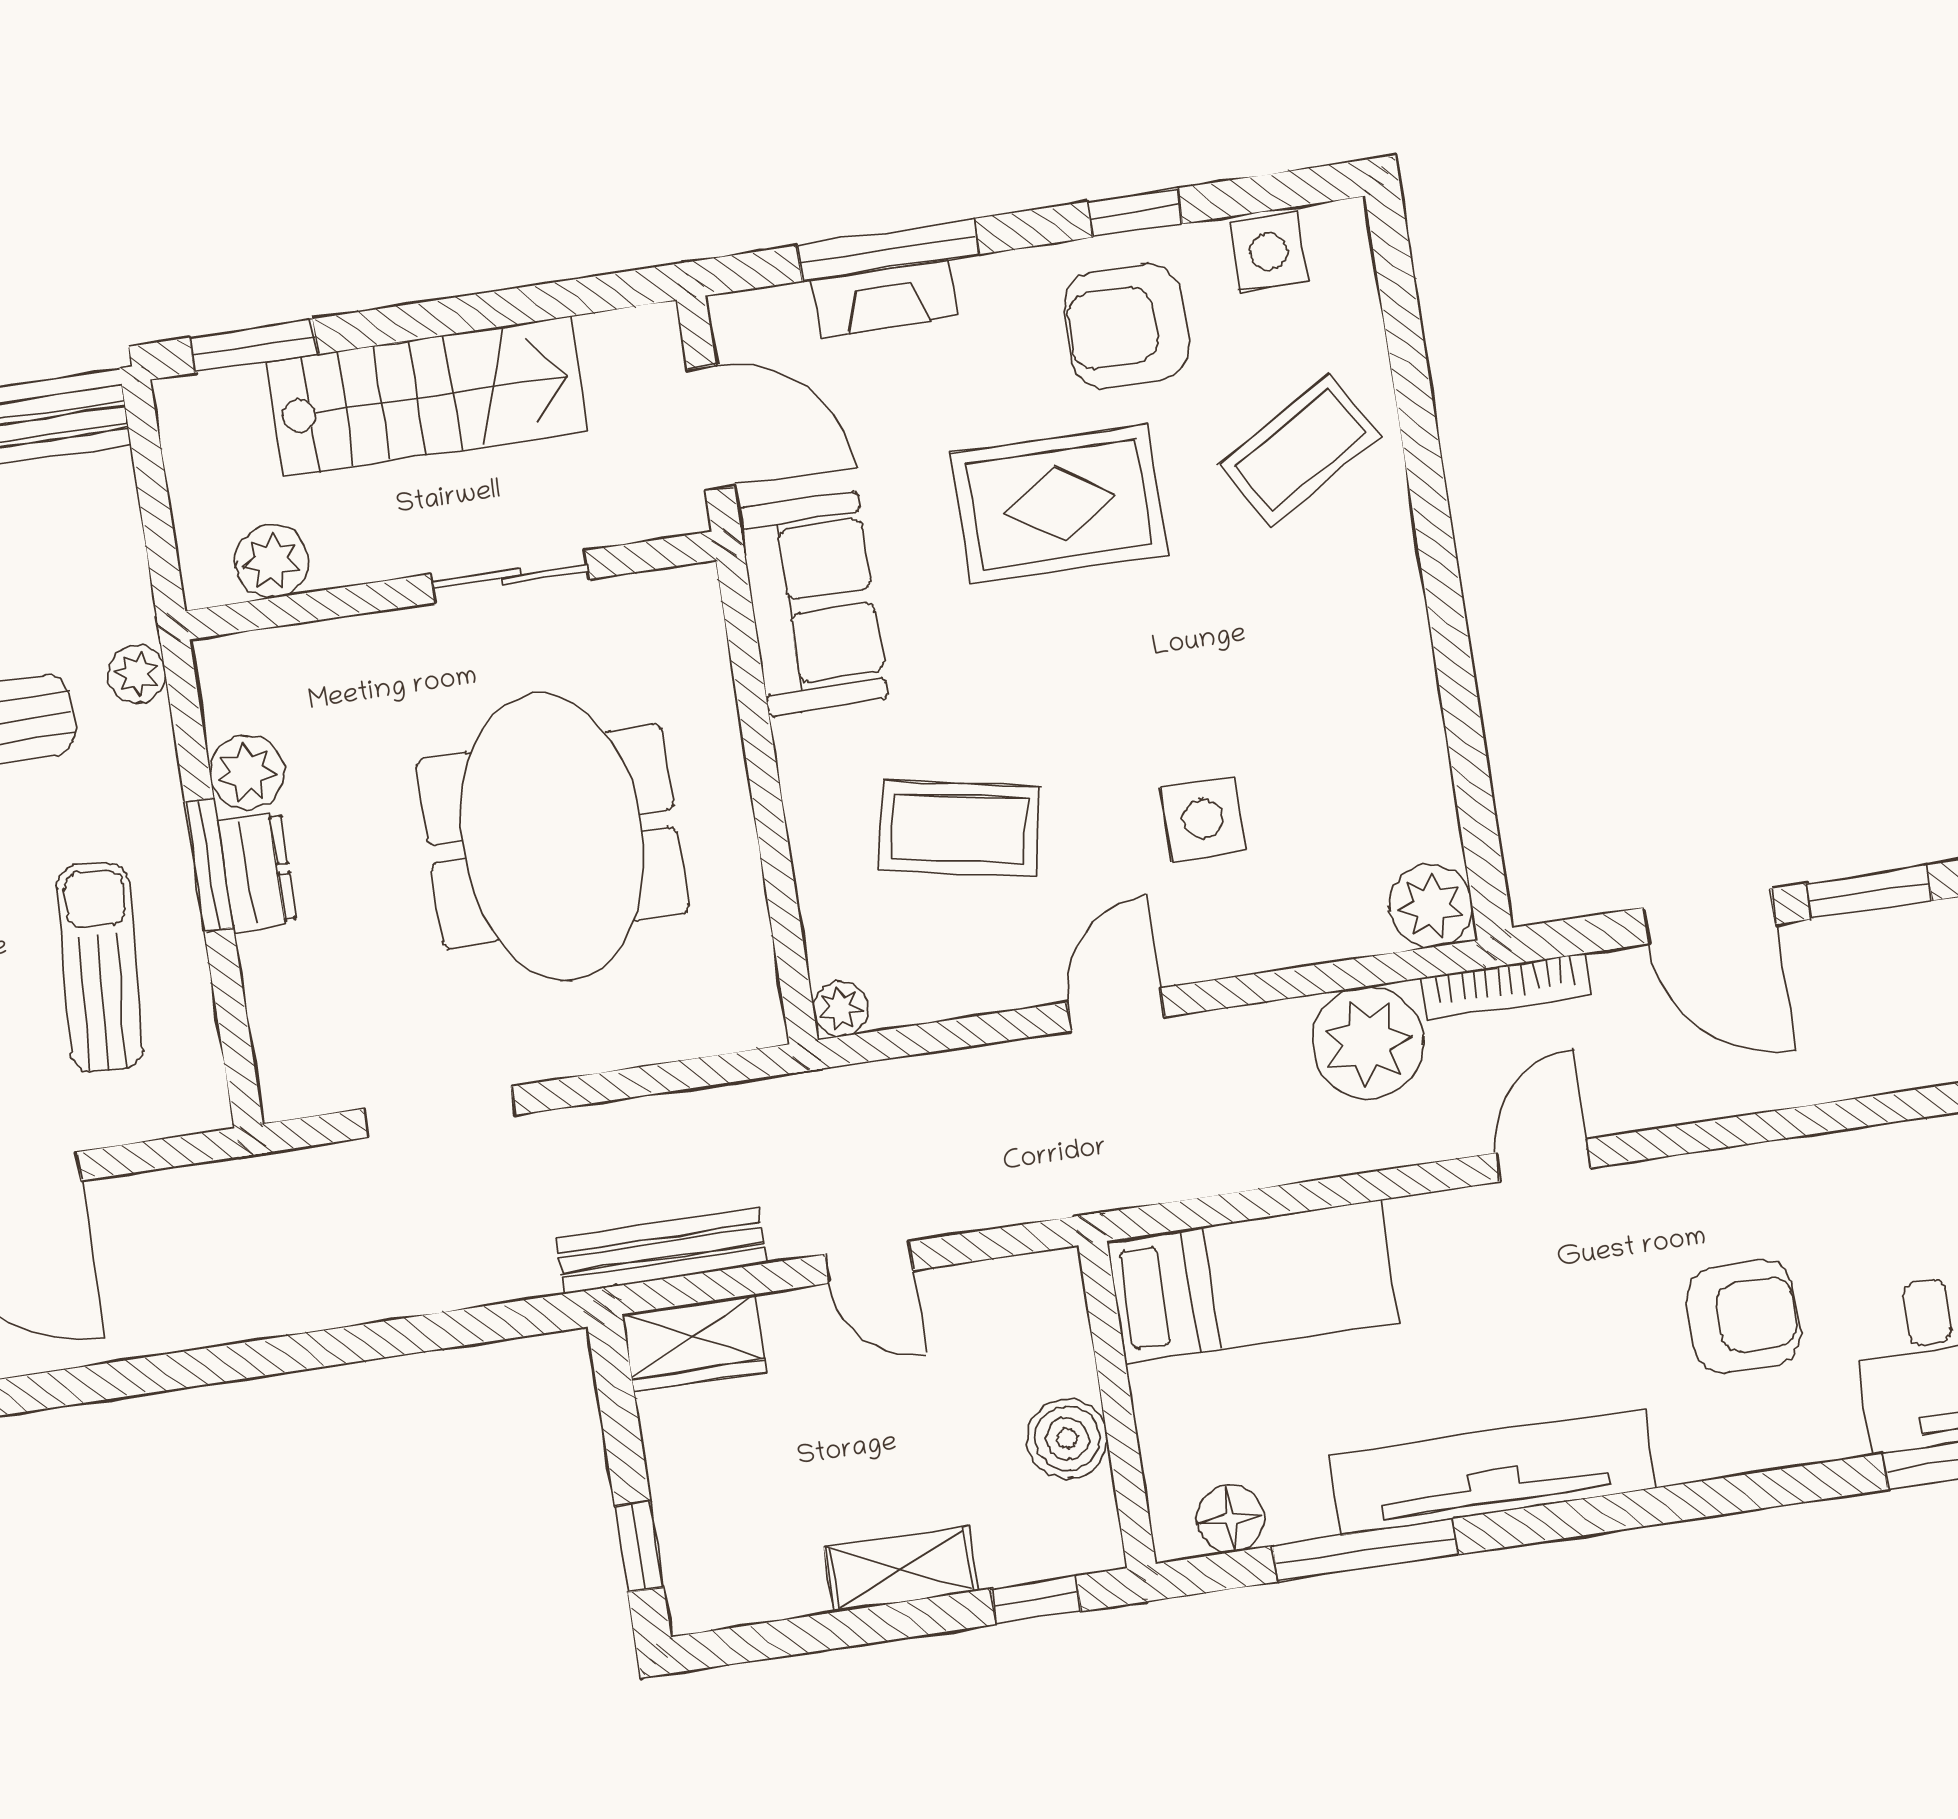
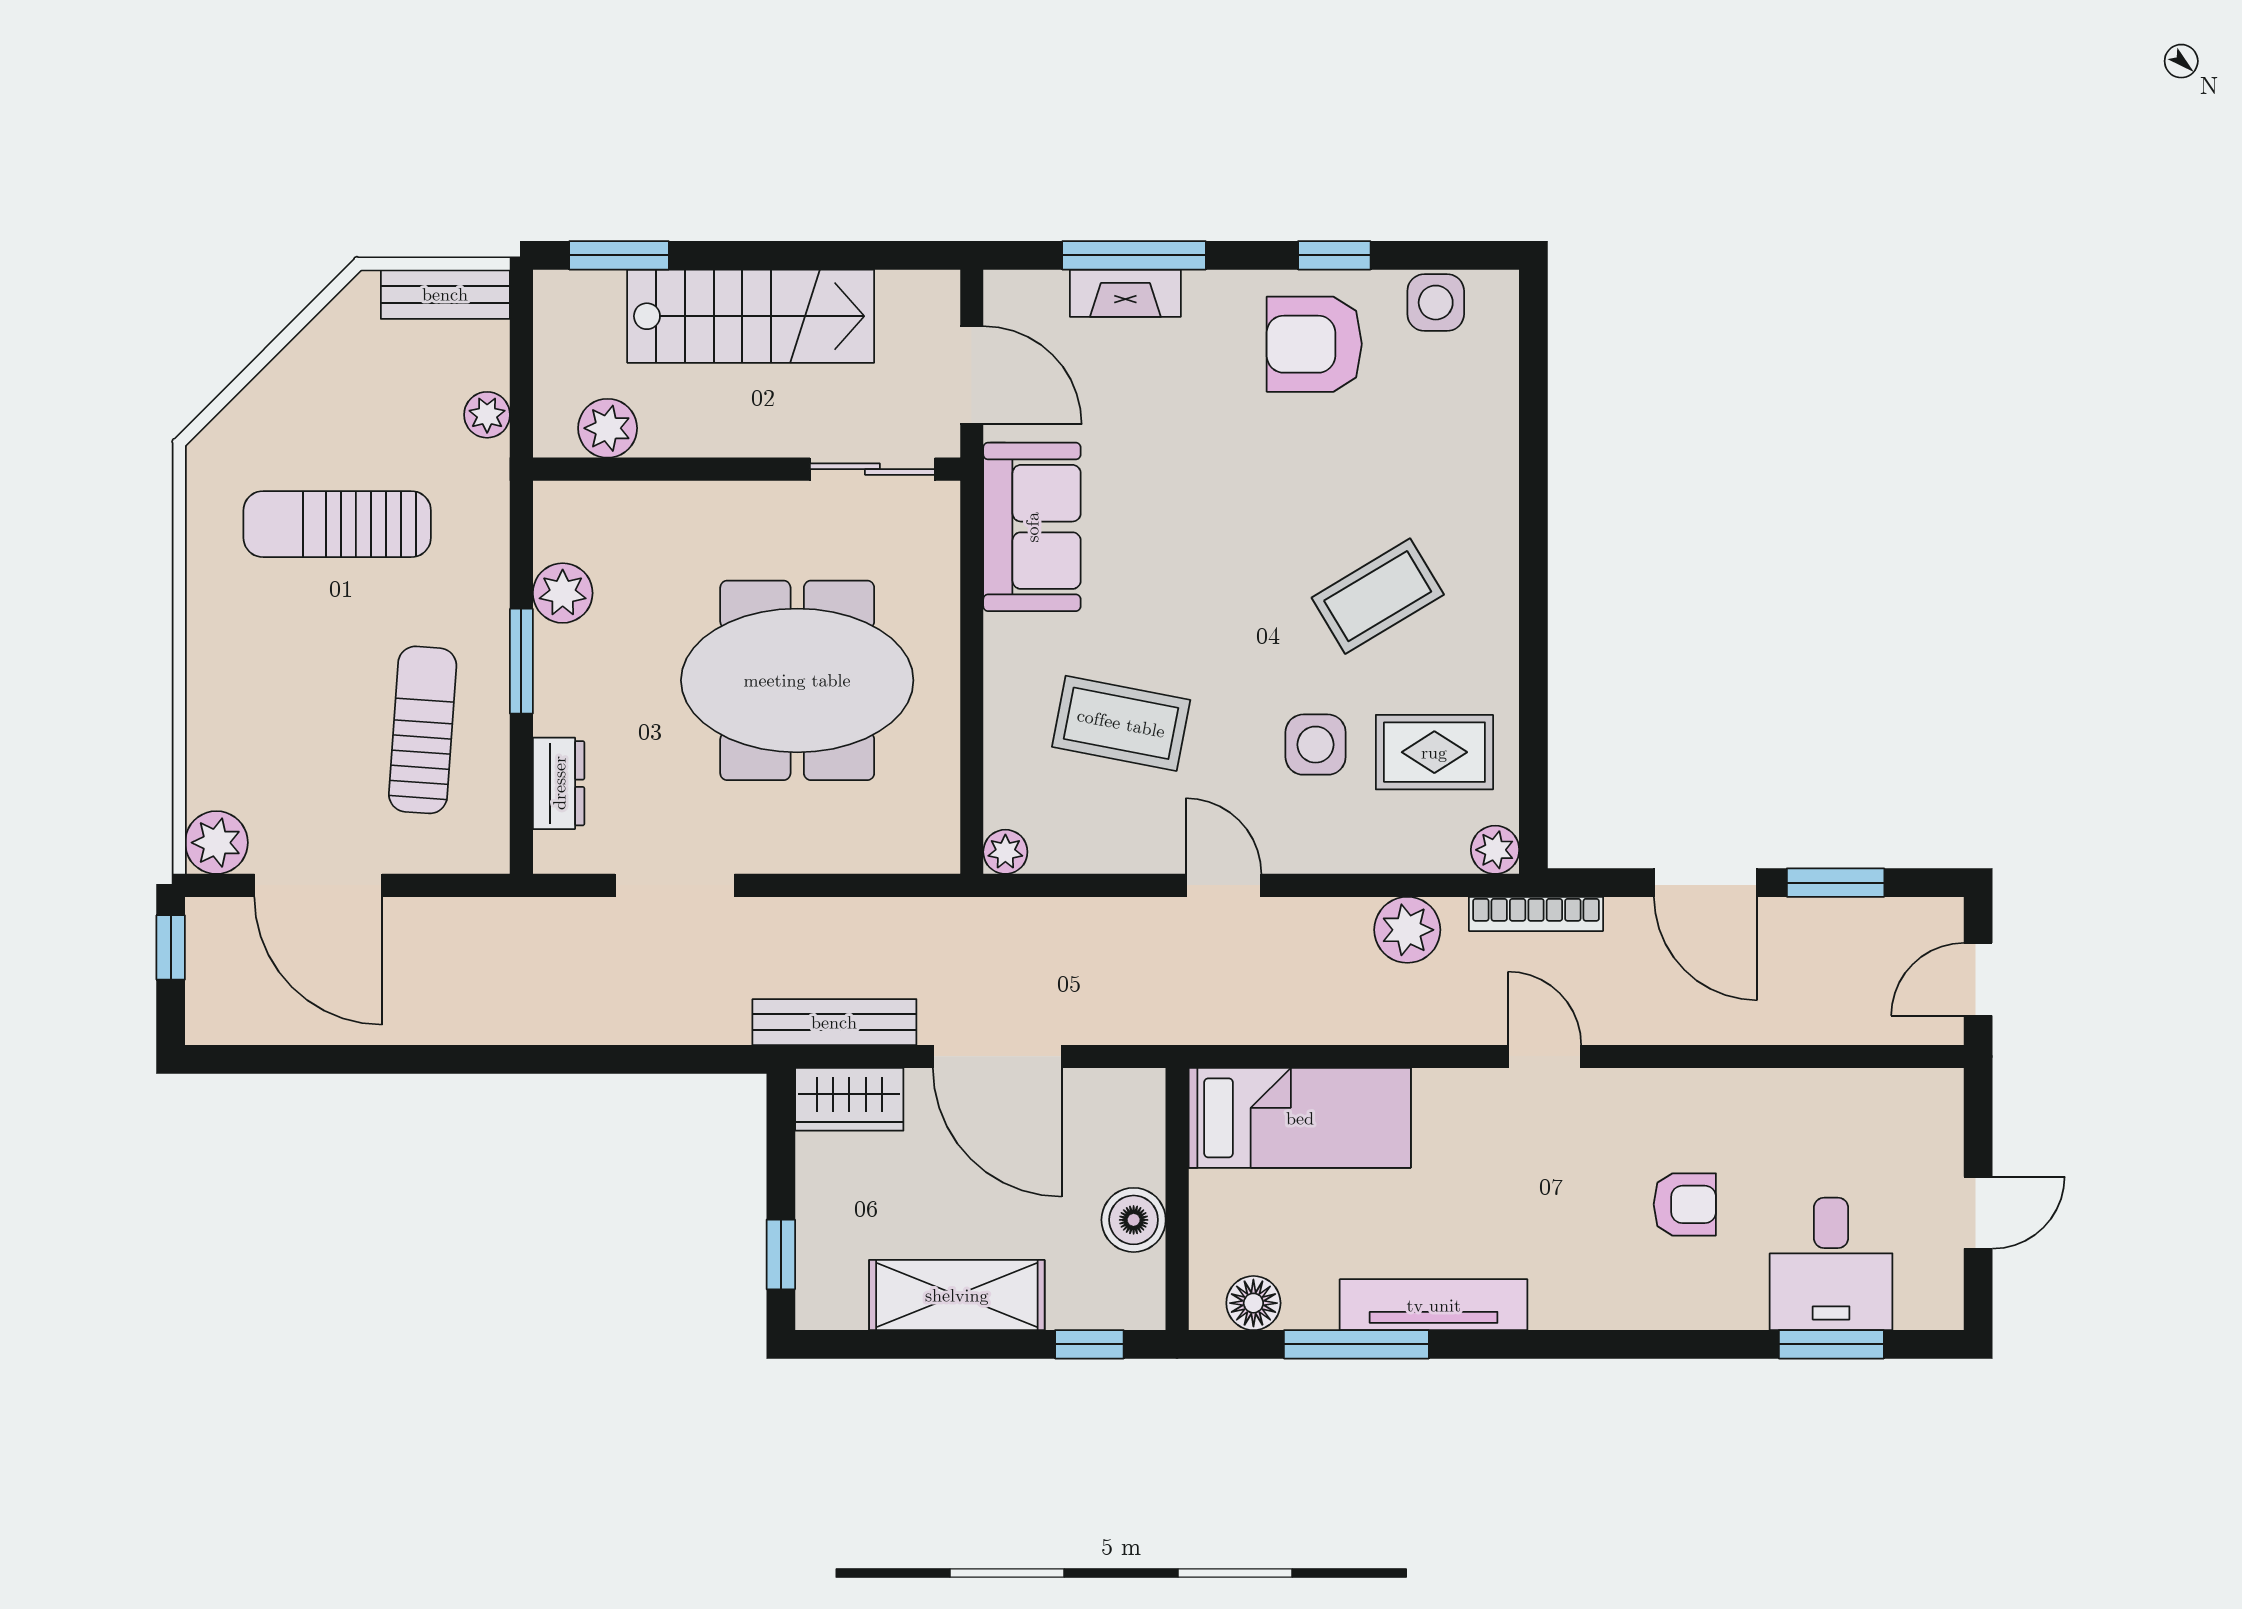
coffee table: (1300, 450) -> (1378, 596), moved
rug: (1059, 504) -> (1434, 752), moved, width x0.73, depth x0.70
sliding door: (510, 577) -> (872, 469), moved
plant: (137, 674) -> (487, 415), moved
meeting table: (552, 836) -> (797, 680), turned 90
dresser: (257, 872) -> (559, 783), moved
plant: (1431, 906) -> (1495, 850), width x0.73, depth x0.73
door: (1116, 1010) -> (1223, 885), hinge flipped
plant: (1367, 1043) -> (1407, 930), width x0.73, depth x0.73
door: (1543, 1160) -> (1544, 1056), hinge flipped
door: (869, 1262) -> (997, 1056), width x1.87
armchair: (1744, 1317) -> (1685, 1204), width x0.72, depth x0.72
tv unit: (1493, 1472) -> (1434, 1305), width x0.73, depth x0.78
shelving: (901, 1569) -> (957, 1295), width x1.50, depth x1.33

